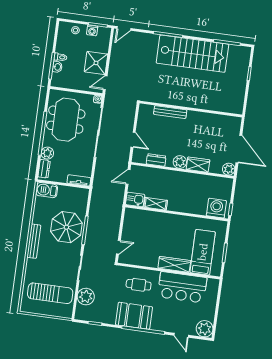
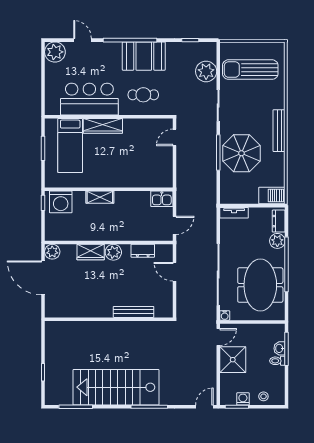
shelving: (156, 204) -> (100, 197), moved

